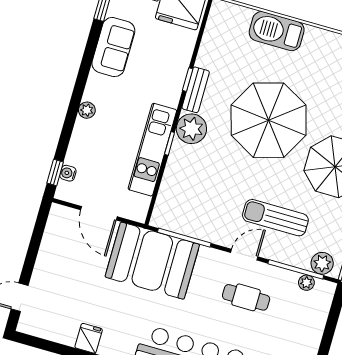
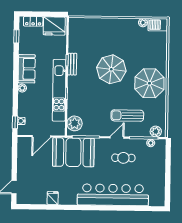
barbecue: (277, 31) -> (104, 25), removed
sofa: (113, 47) -> (27, 69), moved
parasol: (269, 120) -> (111, 69), width x0.73, depth x0.73
plant: (191, 129) -> (75, 123), moved
kitchen unit: (152, 150) -> (59, 90), width x1.36
door: (99, 213) -> (41, 136), hinge flipped

